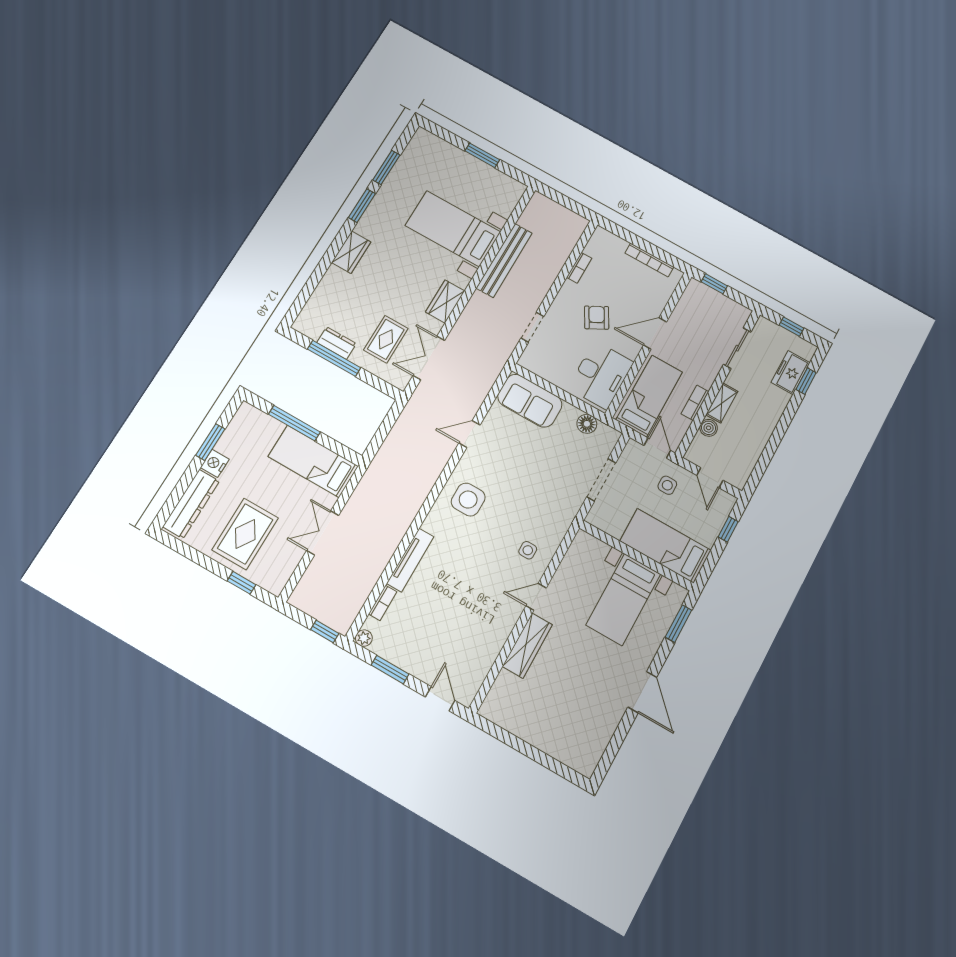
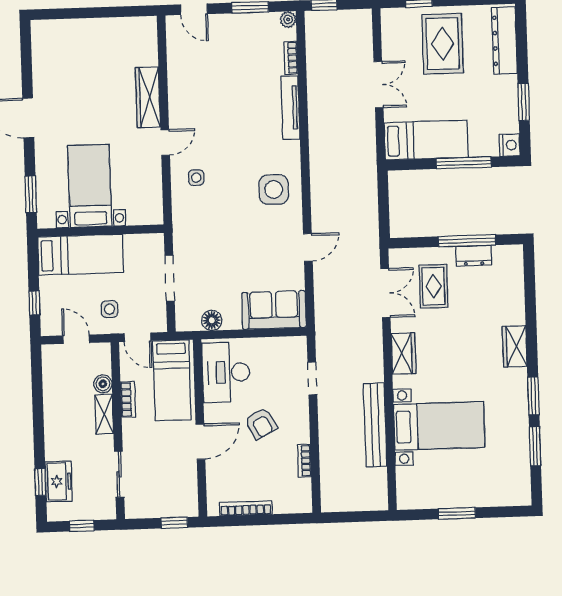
nightstand: (215, 463) -> (510, 145), moved

